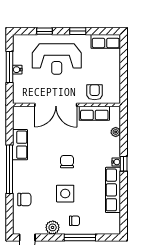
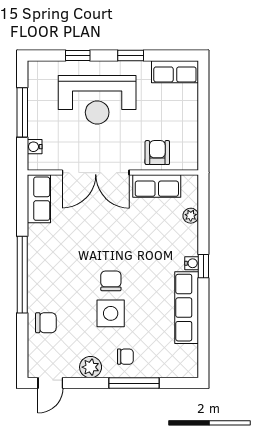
water cooler: (17, 70) -> (35, 147), moved
row of seats: (20, 145) -> (39, 199), moved
chair: (67, 162) -> (111, 281), moved

